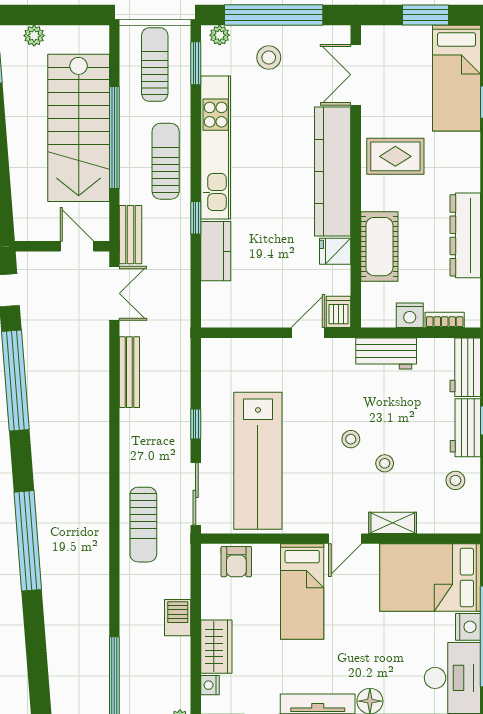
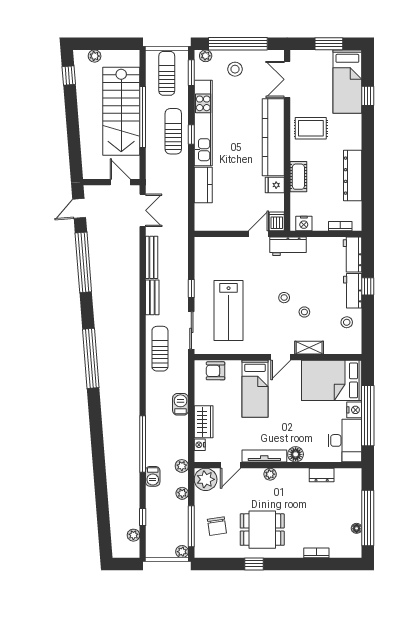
window: (196, 218) -> (191, 135), moved
bench: (131, 235) -> (152, 297), moved
cot: (379, 247) -> (298, 177), width x0.73, depth x0.75
nightstand: (410, 315) -> (304, 223), moved
workbench: (386, 353) -> (288, 246), moved
lab bench: (258, 461) -> (229, 310), width x0.73
sun lounger: (143, 525) -> (160, 349), turned 180
armchair: (236, 562) -> (216, 371), turned 90

